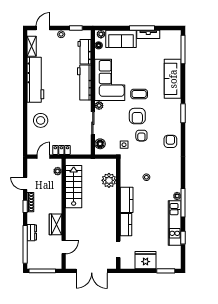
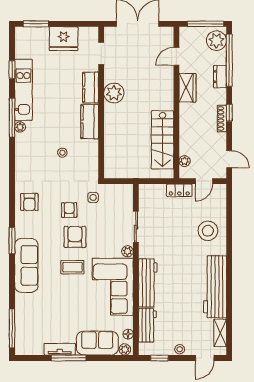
sofa: (173, 79) -> (26, 265), moved
floor lamp: (100, 144) -> (126, 199), removed
plant: (109, 180) -> (114, 93), moved
door: (25, 184) -> (229, 159), moved
plant: (34, 259) -> (216, 41), added

